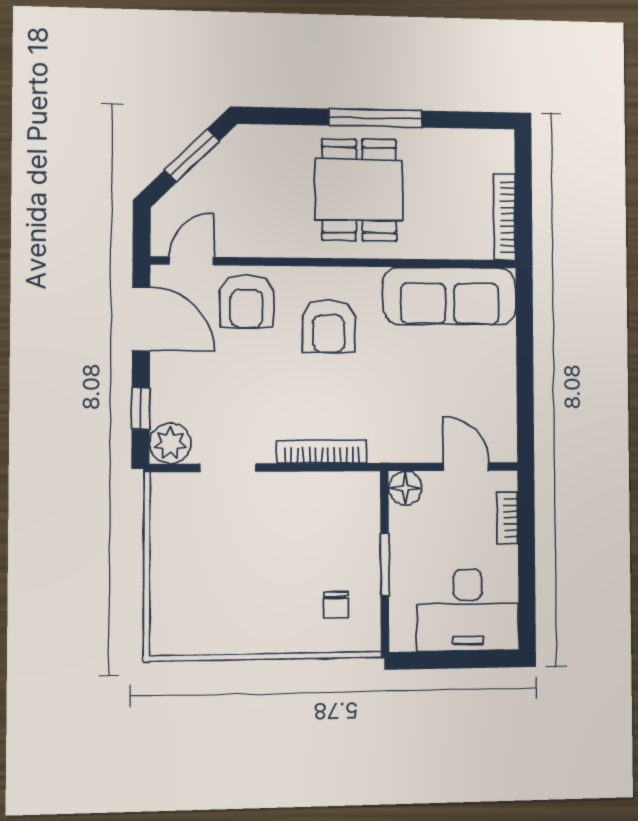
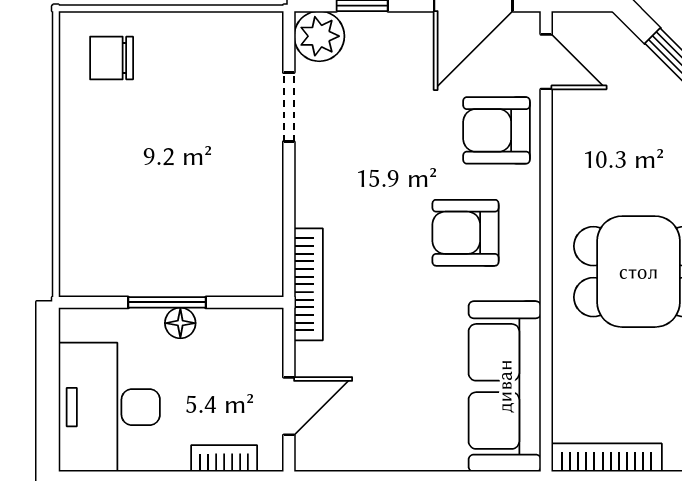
bookcase: (322, 452) -> (308, 284), moved
floor lamp: (405, 488) -> (180, 323), moved, width x0.73, depth x0.73
chair: (336, 605) -> (112, 58), moved, width x1.37, depth x1.37

